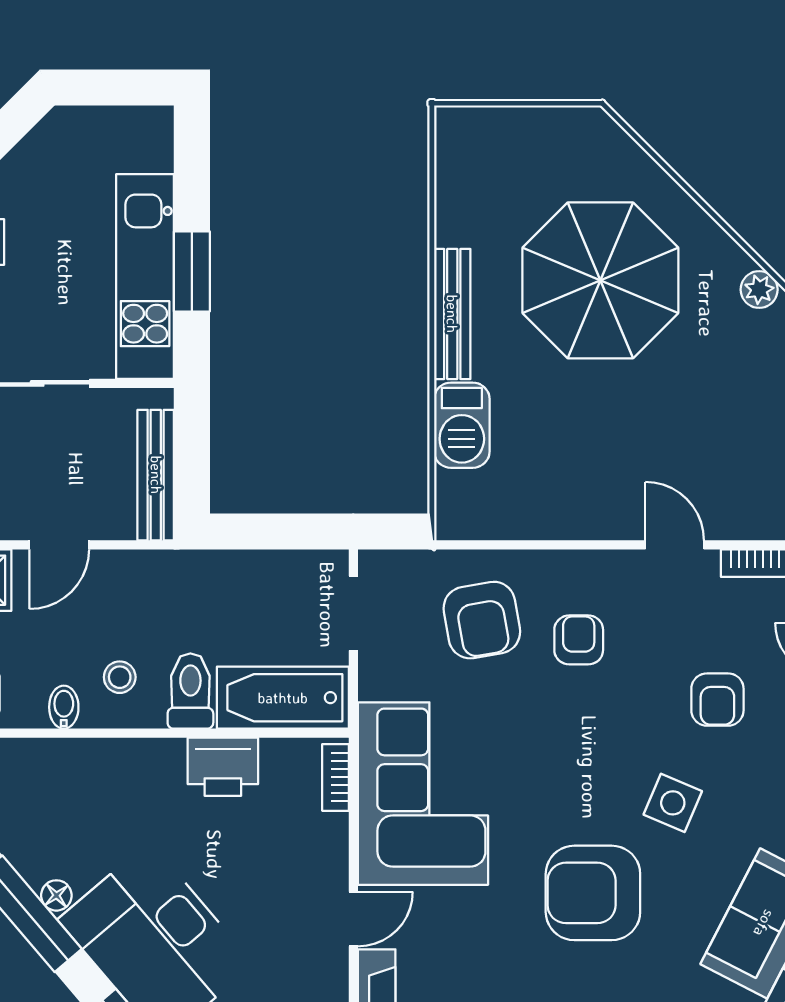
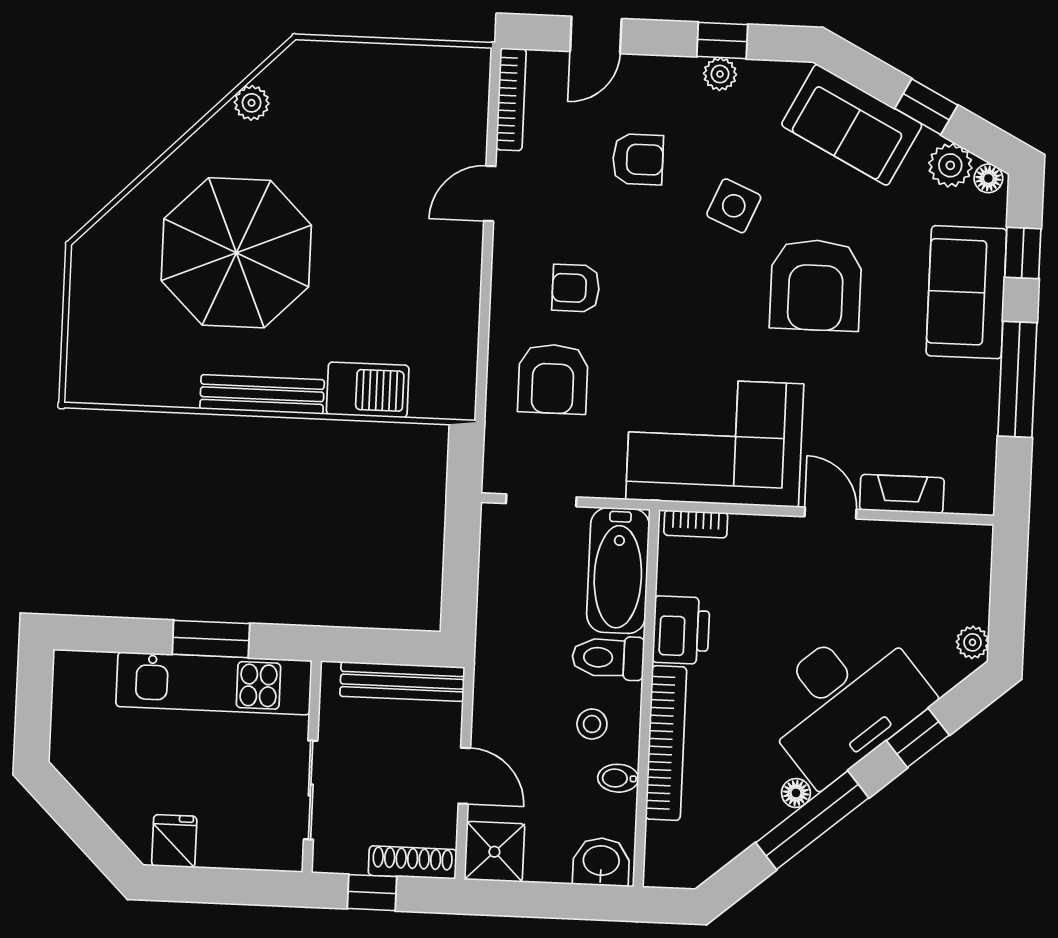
armchair: (482, 620) -> (553, 379), turned 100
bookcase: (103, 756) -> (666, 743), added

